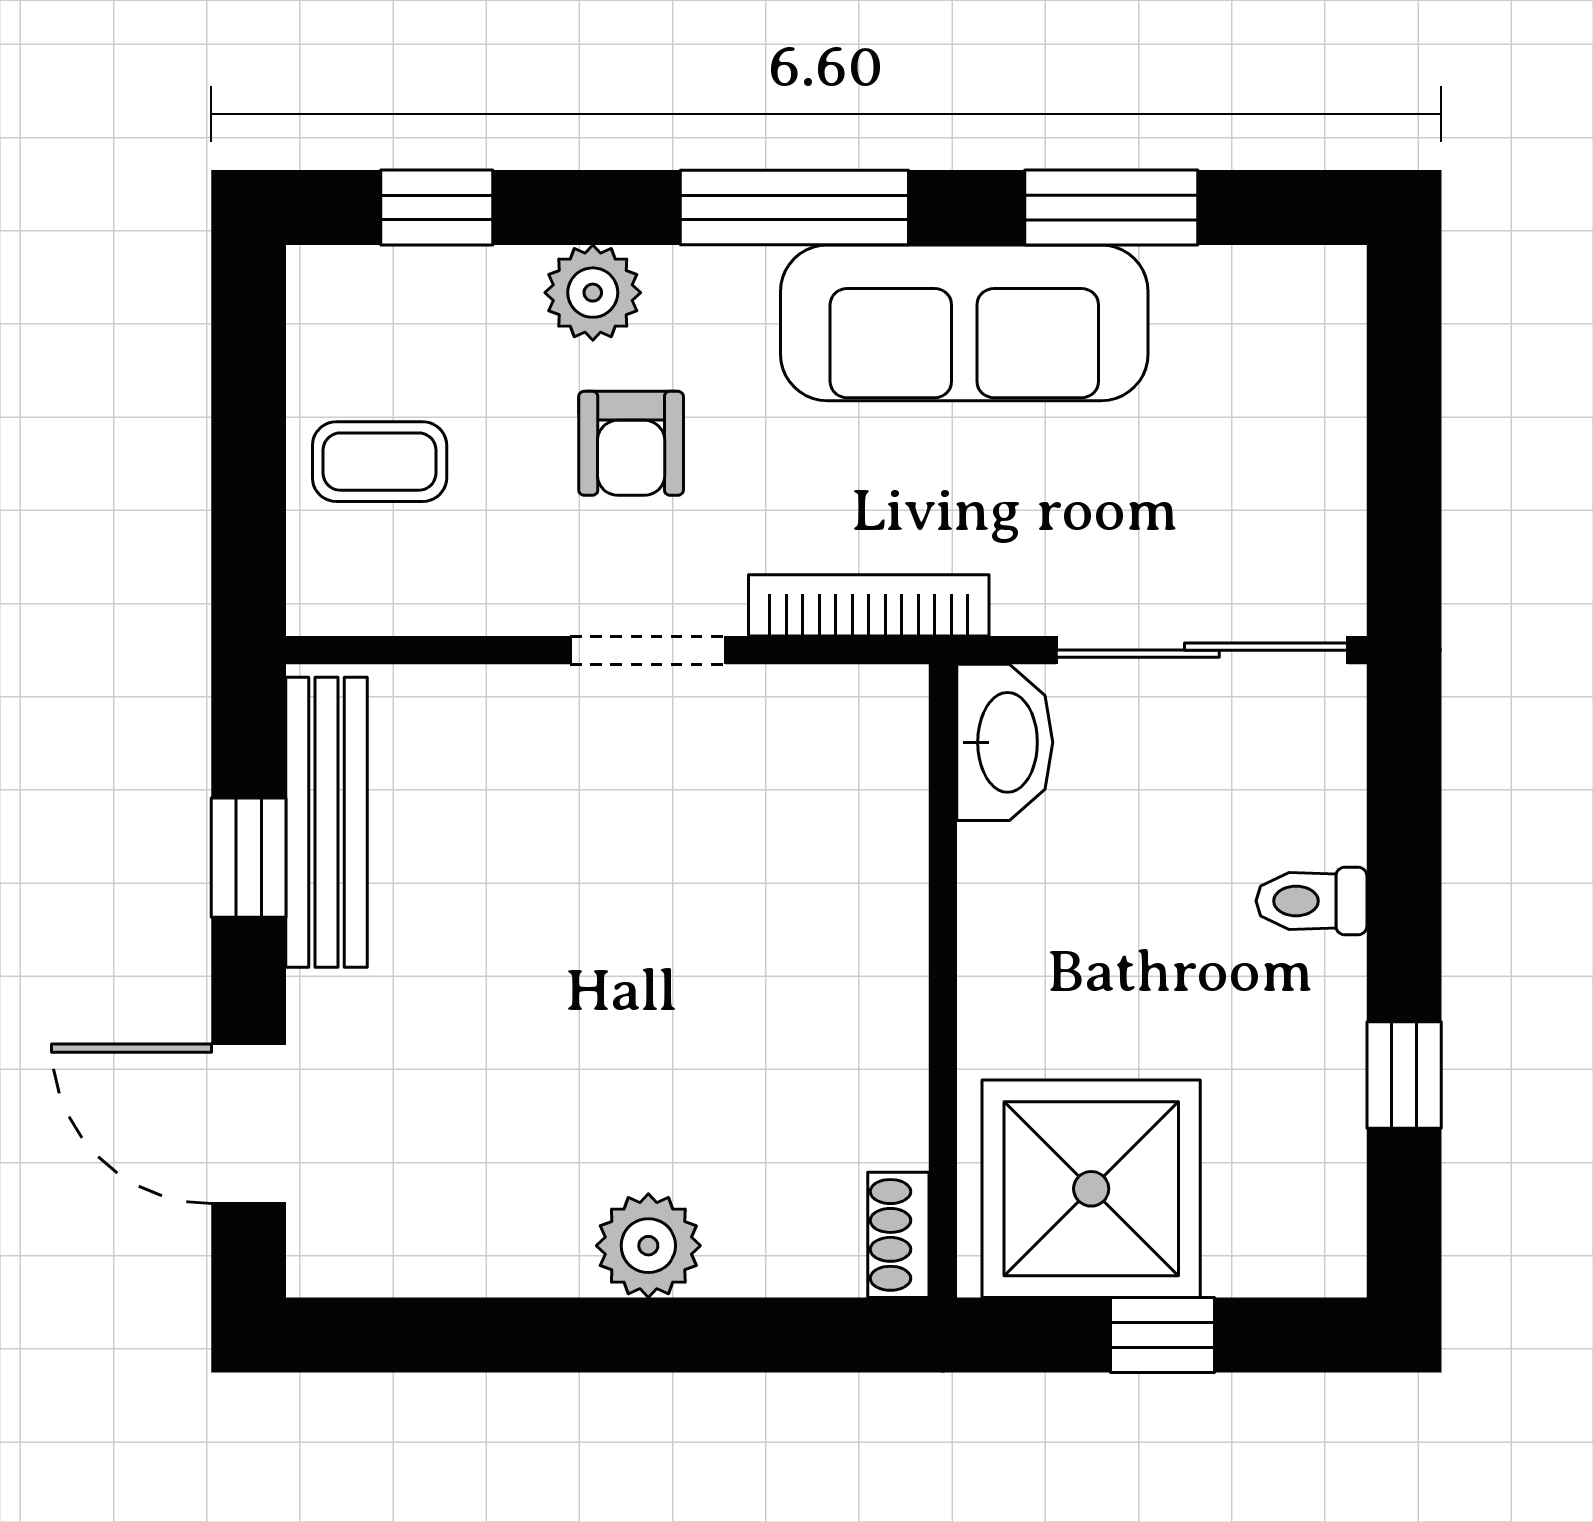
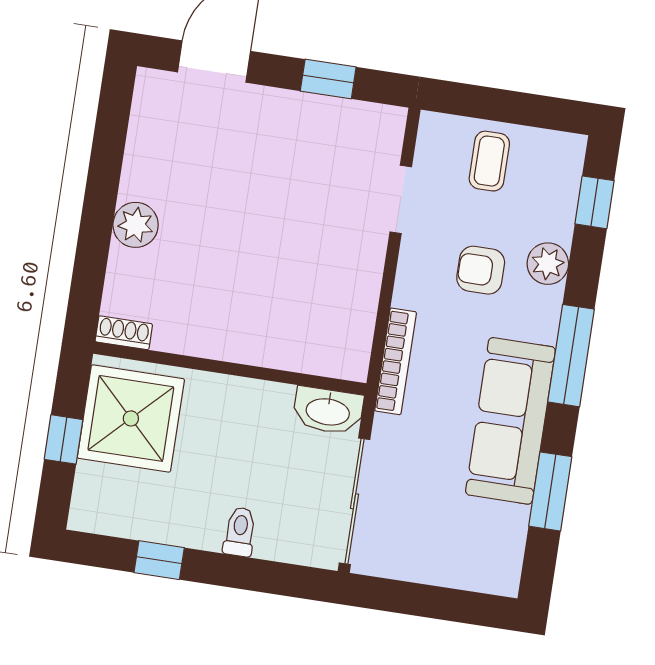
doorway: (648, 650) -> (401, 199), moved
bench: (327, 822) -> (338, 115), removed

